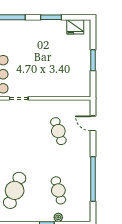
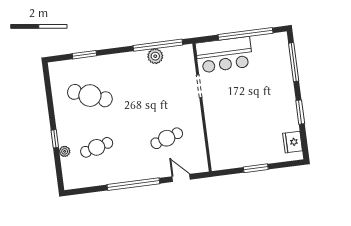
door: (93, 123) -> (181, 178), hinge flipped
window: (93, 179) -> (133, 184), moved

